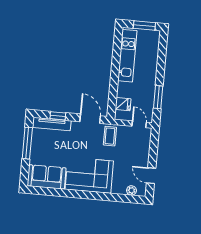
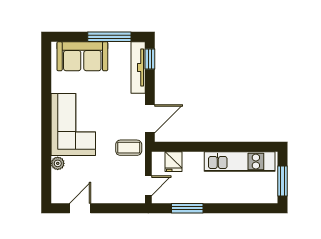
window: (58, 116) -> (150, 59), moved
sofa: (47, 177) -> (82, 56), moved, turned 90
plant: (132, 190) -> (58, 163), moved

